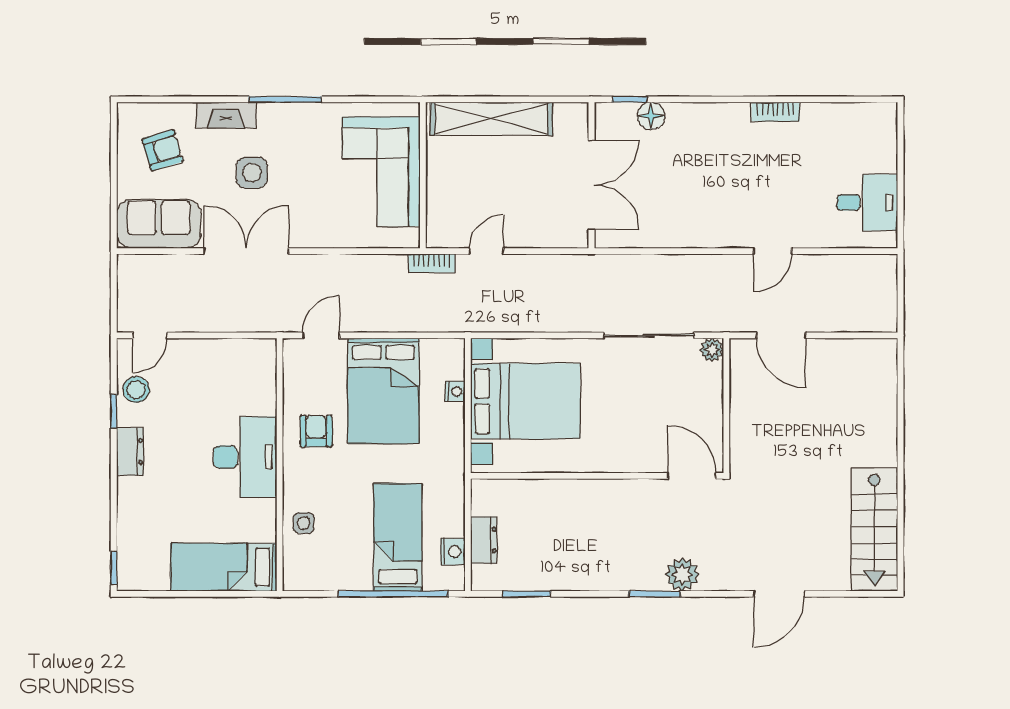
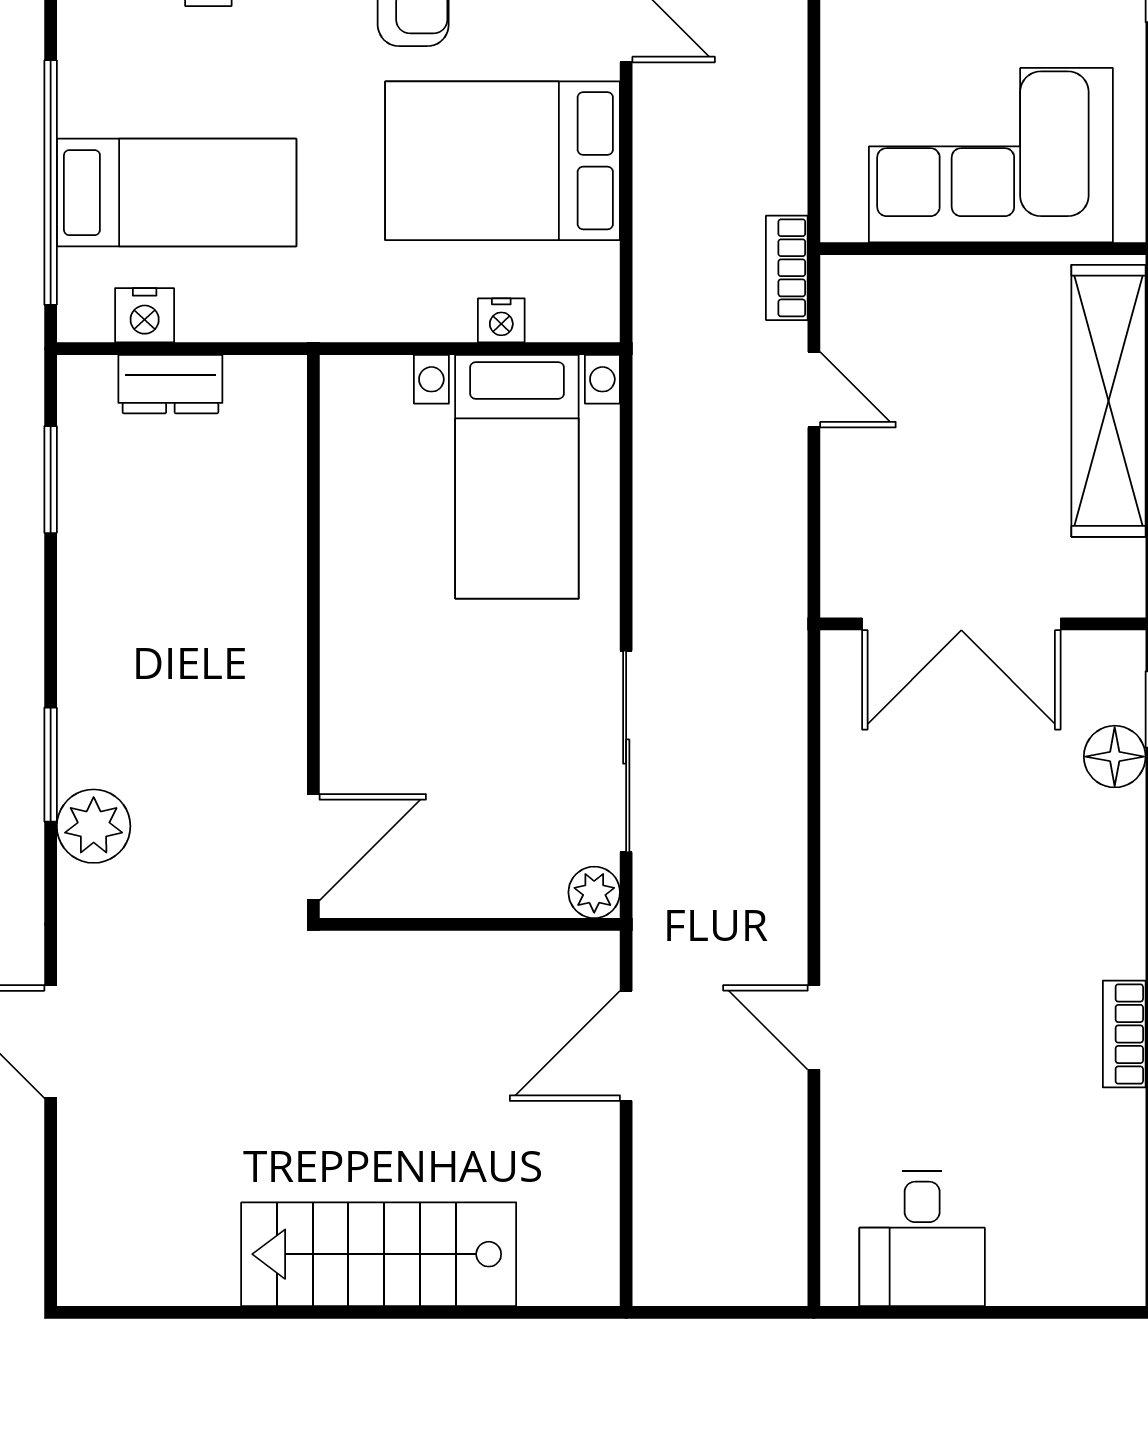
bed with nightstands: (525, 401) -> (517, 477), width x0.73
stairs: (874, 529) -> (379, 1254), moved

